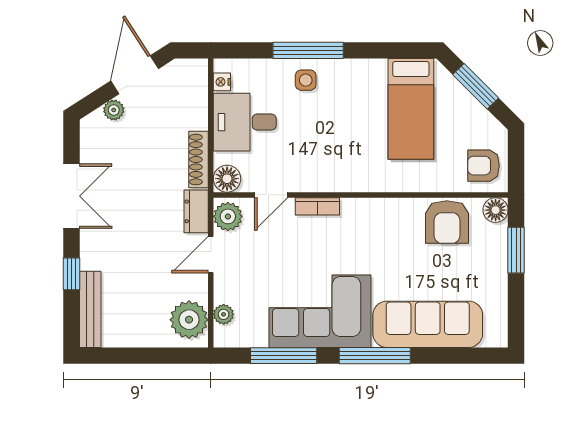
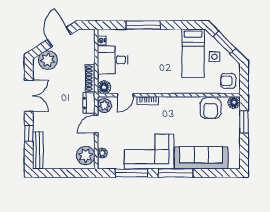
side table: (306, 80) -> (214, 57), moved
plant: (114, 110) -> (48, 60), width x1.88, depth x1.88

